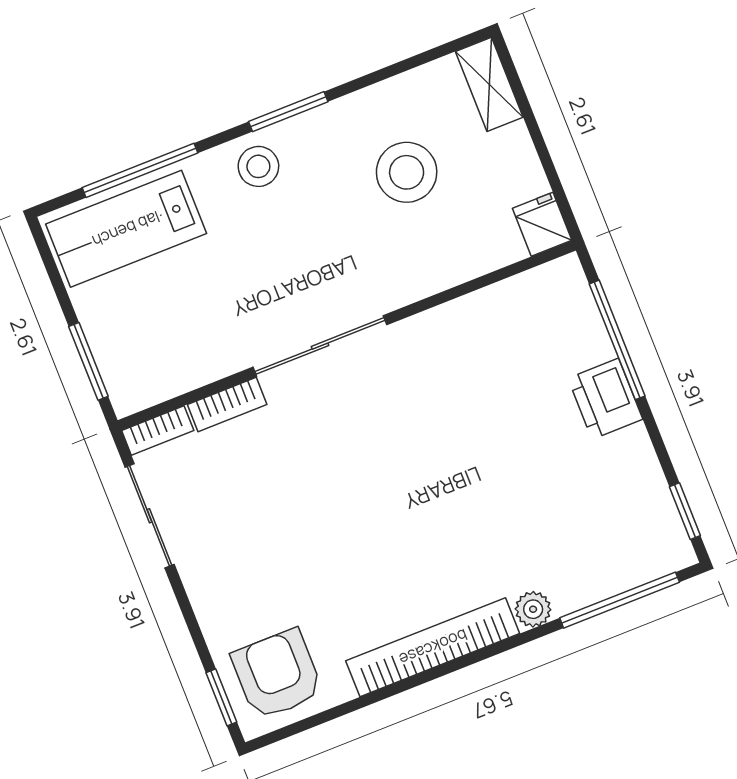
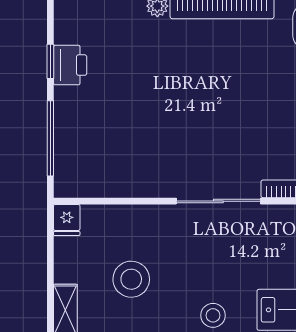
printer: (605, 399) -> (70, 65), moved
window: (685, 511) -> (50, 61), moved

